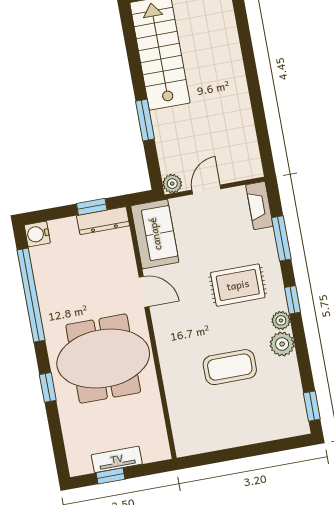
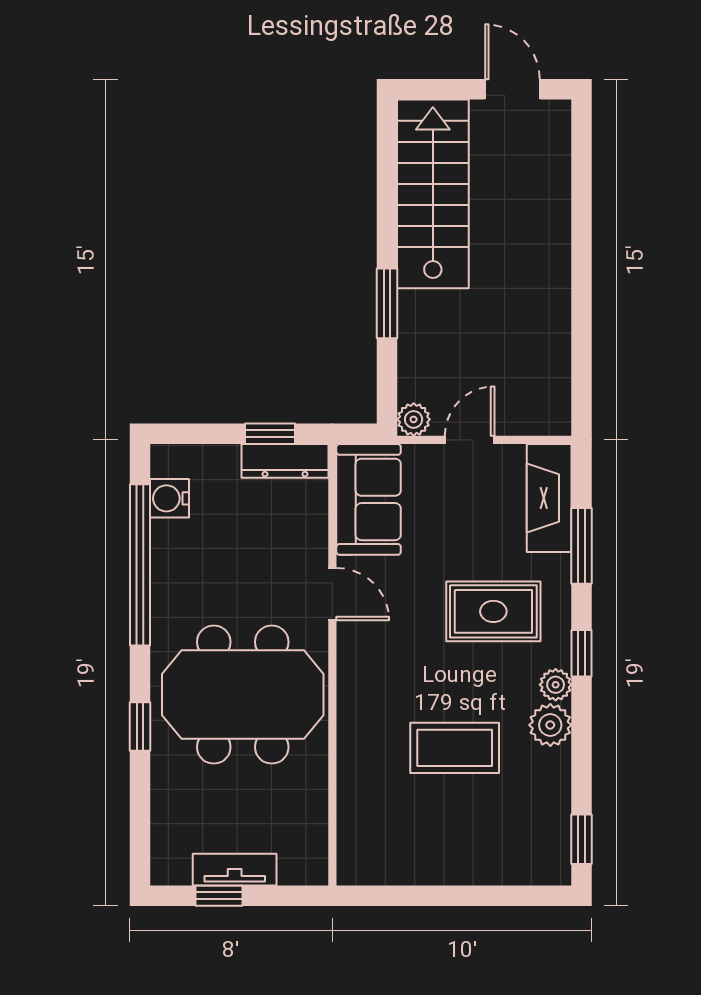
fireplace: (259, 206) -> (549, 498), width x1.37, depth x1.32
water cooler: (37, 234) -> (169, 498), moved

